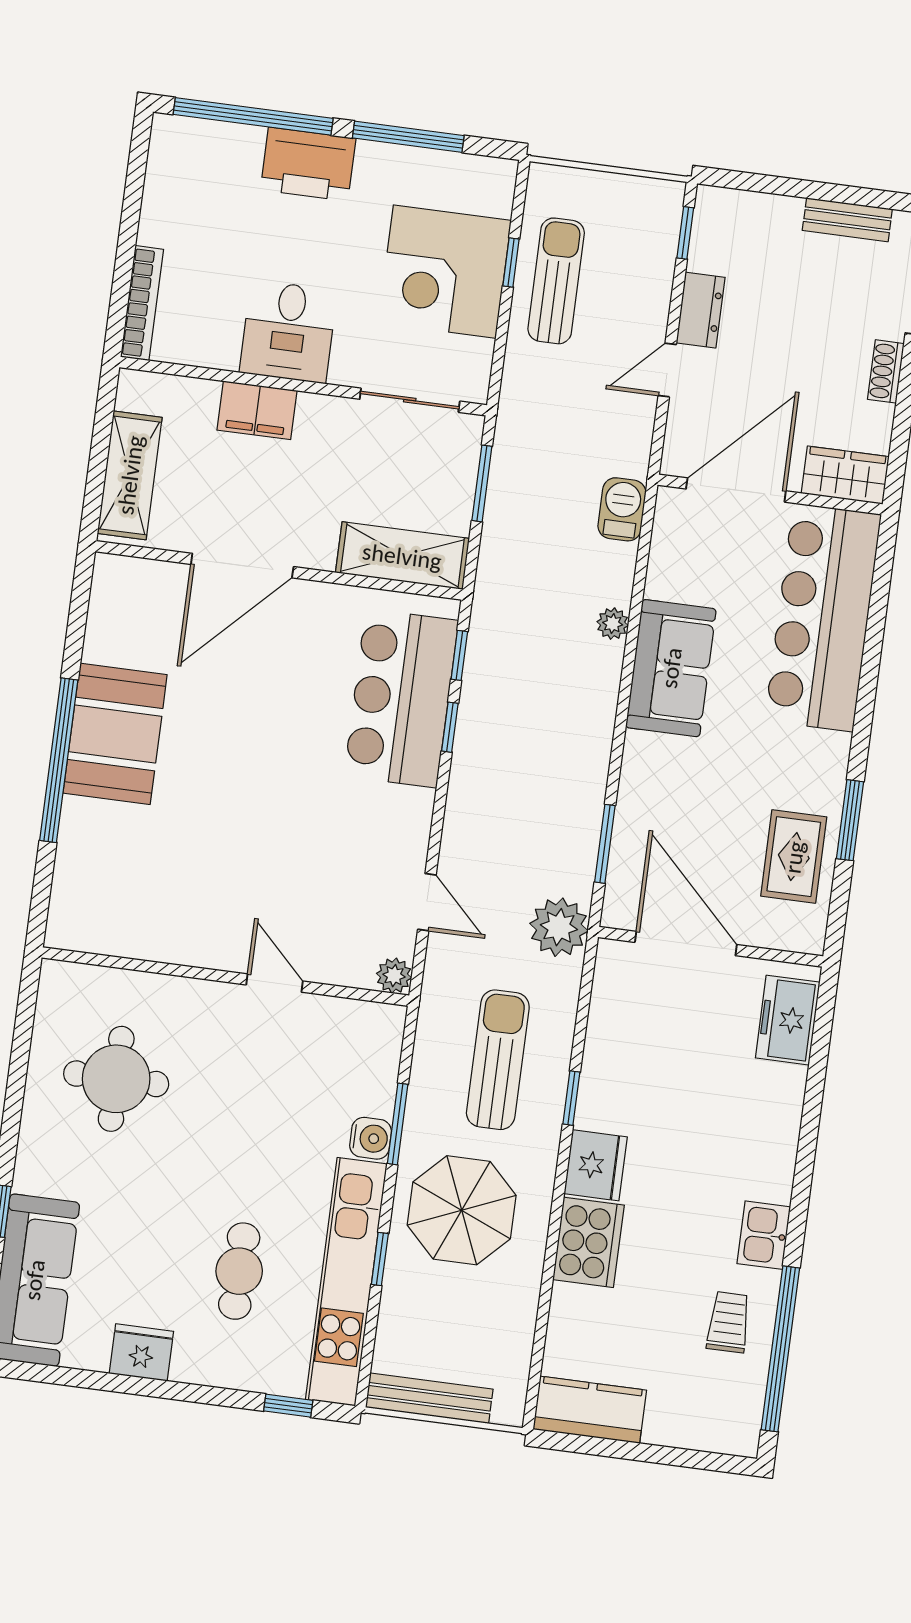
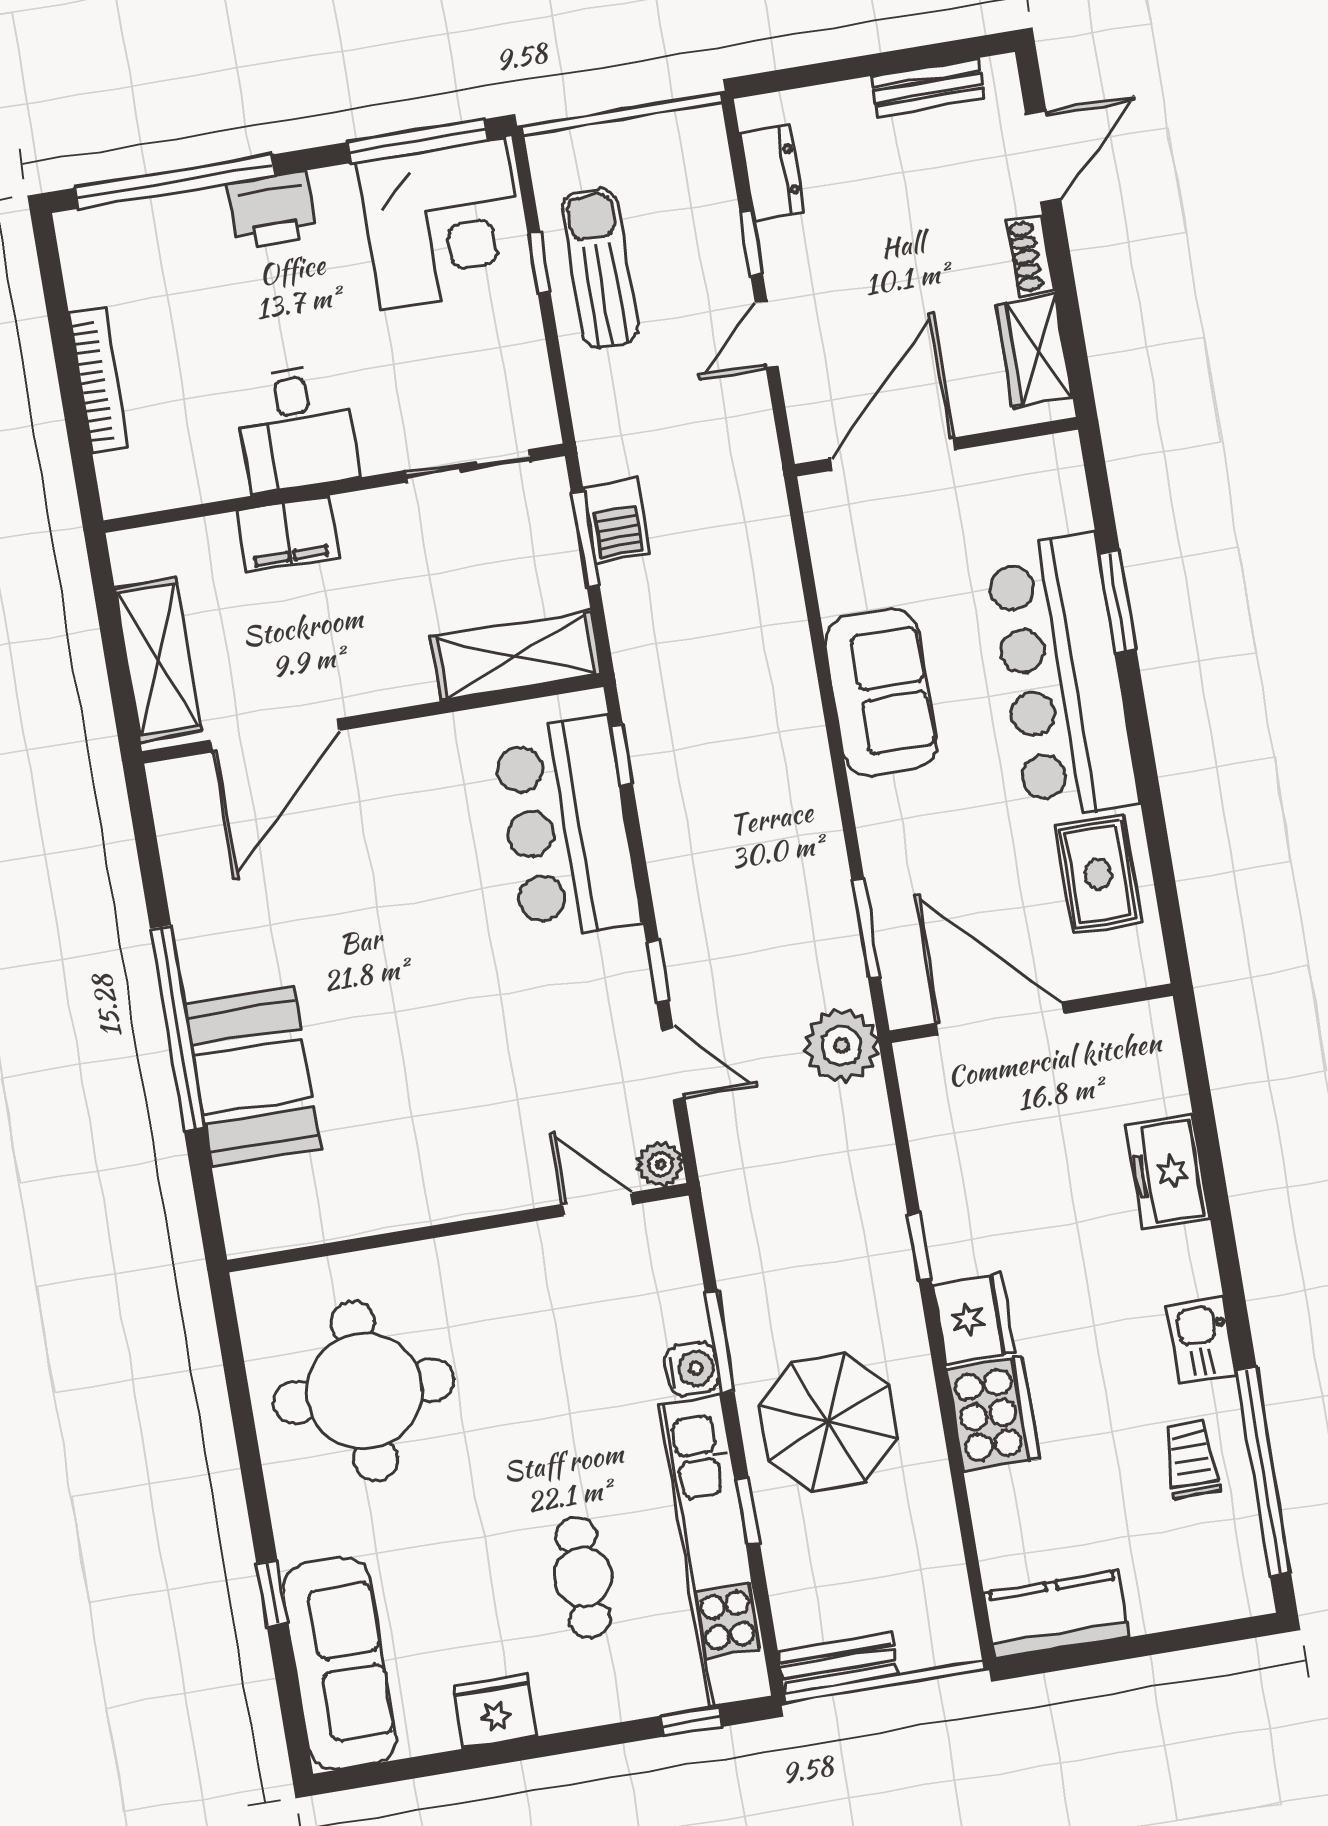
window: (408, 137) -> (417, 141), moved
printer: (308, 164) -> (272, 210), width x0.73, depth x0.84
window: (685, 233) -> (751, 243), moved
corner desk: (445, 272) -> (443, 224), moved, turned -90
bookcase: (142, 303) -> (98, 380), moved
dresser: (701, 310) -> (772, 172), moved
wardrobe: (845, 475) -> (1034, 351), moved, turned -90
barbecue: (622, 509) -> (616, 521), moved, turned 180
door: (242, 566) -> (275, 735), moved
bar counter: (823, 617) -> (1062, 677), moved
plant: (613, 624) -> (794, 660), removed
window: (450, 727) -> (658, 971), moved
booth: (115, 734) -> (253, 1076), moved
window: (850, 820) -> (1118, 602), moved
door: (275, 983) -> (598, 1204), moved
freezer: (788, 1020) -> (1168, 1172), moved
sun lounger: (498, 1060) -> (817, 1228), removed
round table: (116, 1079) -> (364, 1391), width x1.36, depth x1.36
bench: (429, 1398) -> (838, 1664), width x0.73

